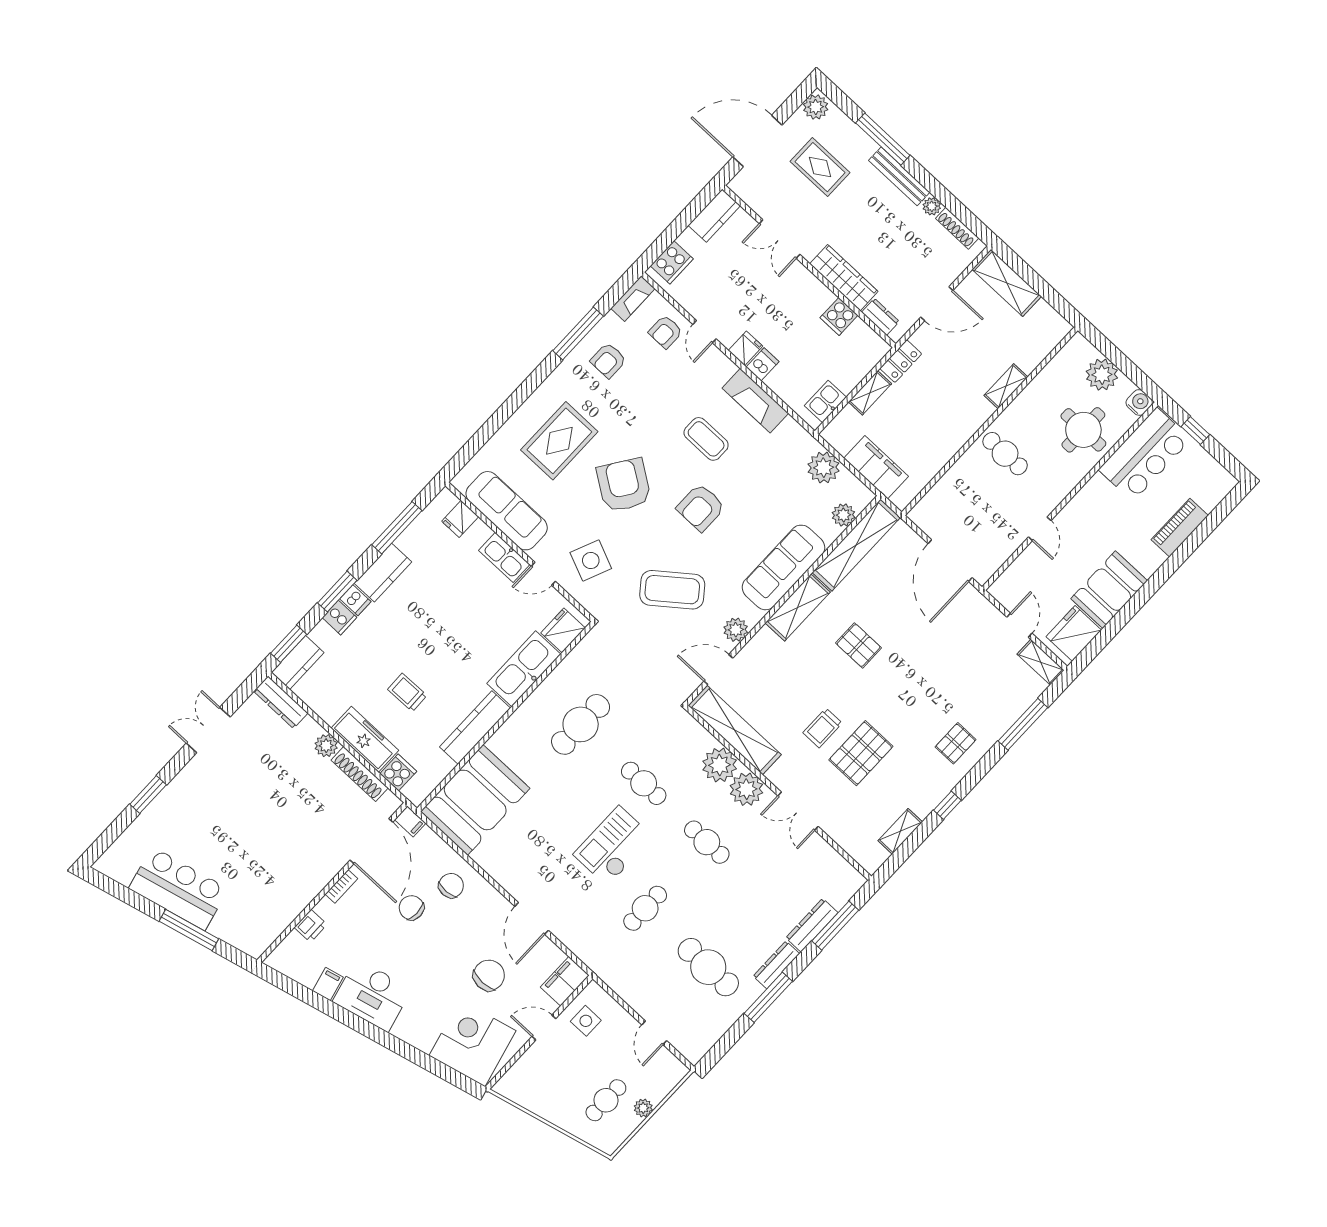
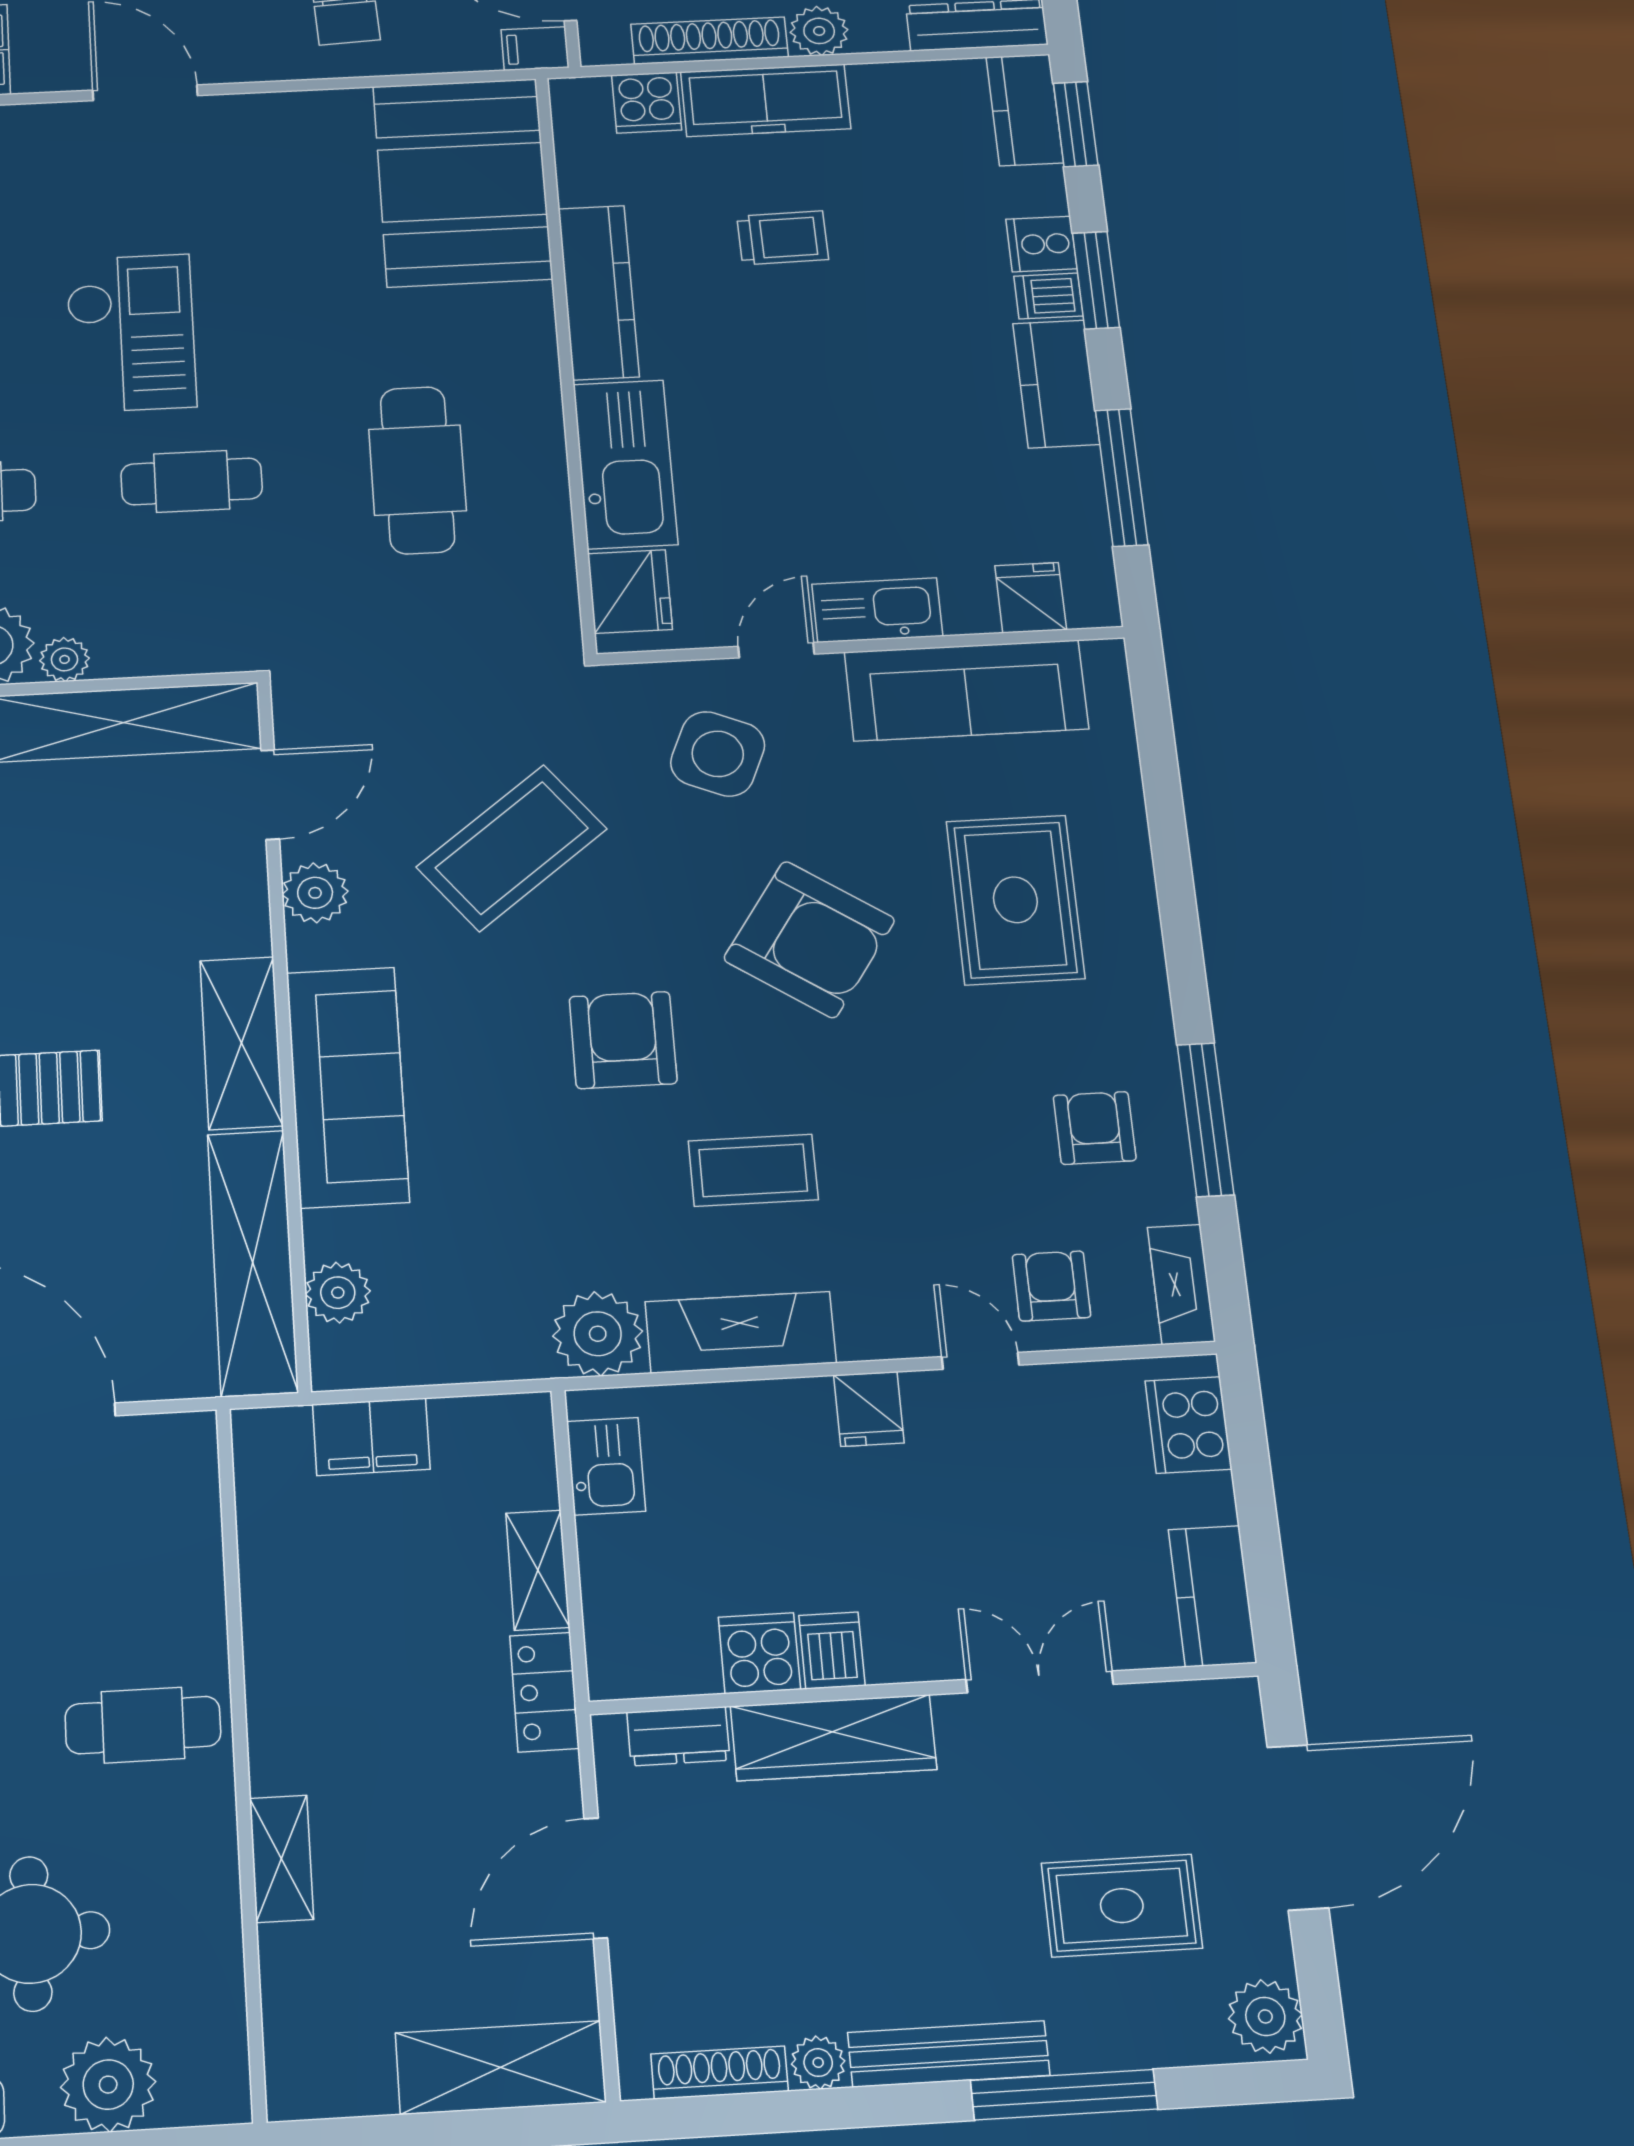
dishwasher: (762, 364) -> (832, 1650), moved, turned 180
filing cabinet: (876, 467) -> (371, 1437), width x0.67, depth x0.86
plant: (824, 468) -> (598, 1334), moved
plant: (720, 765) -> (64, 659), width x0.53, depth x0.53

